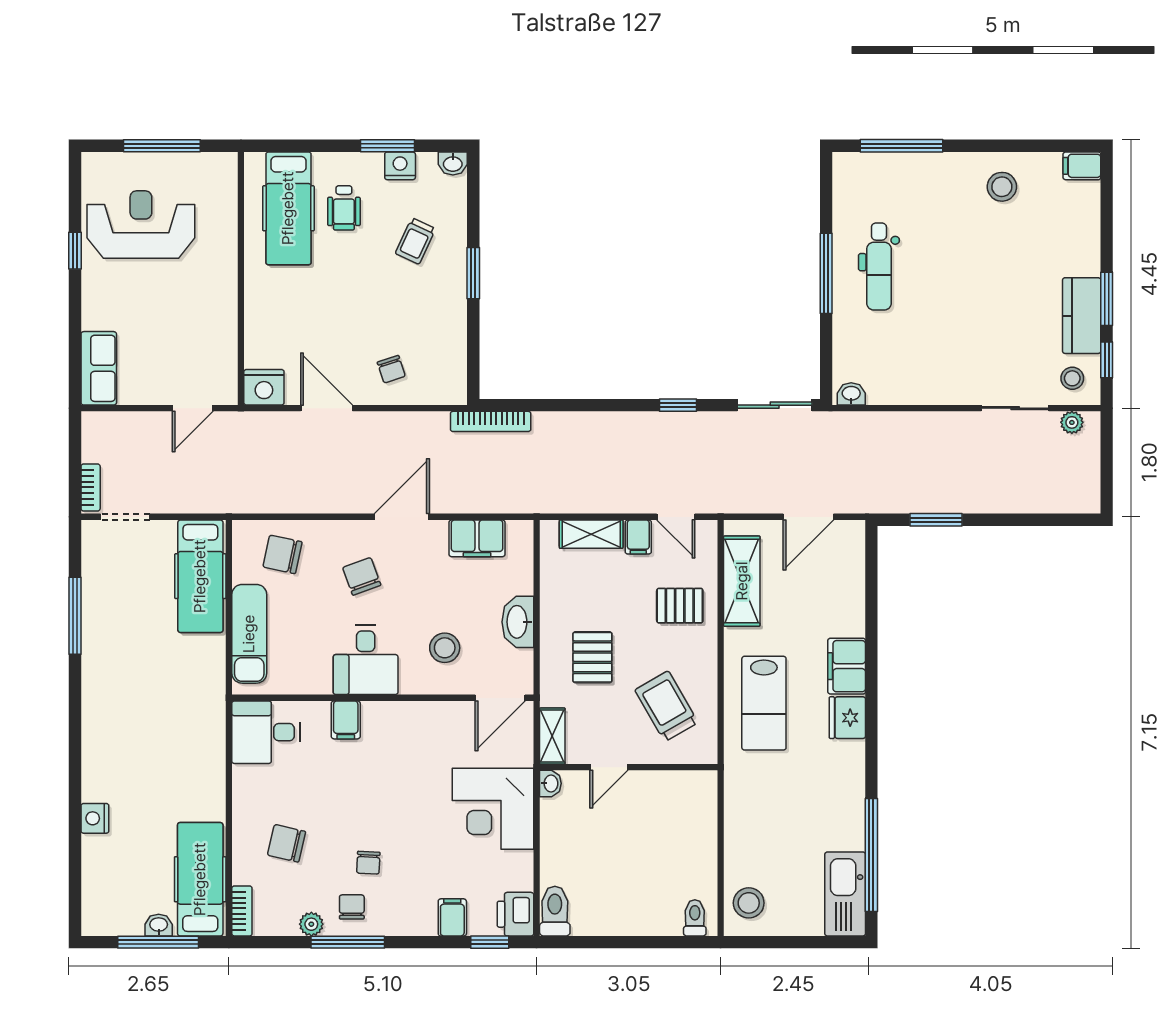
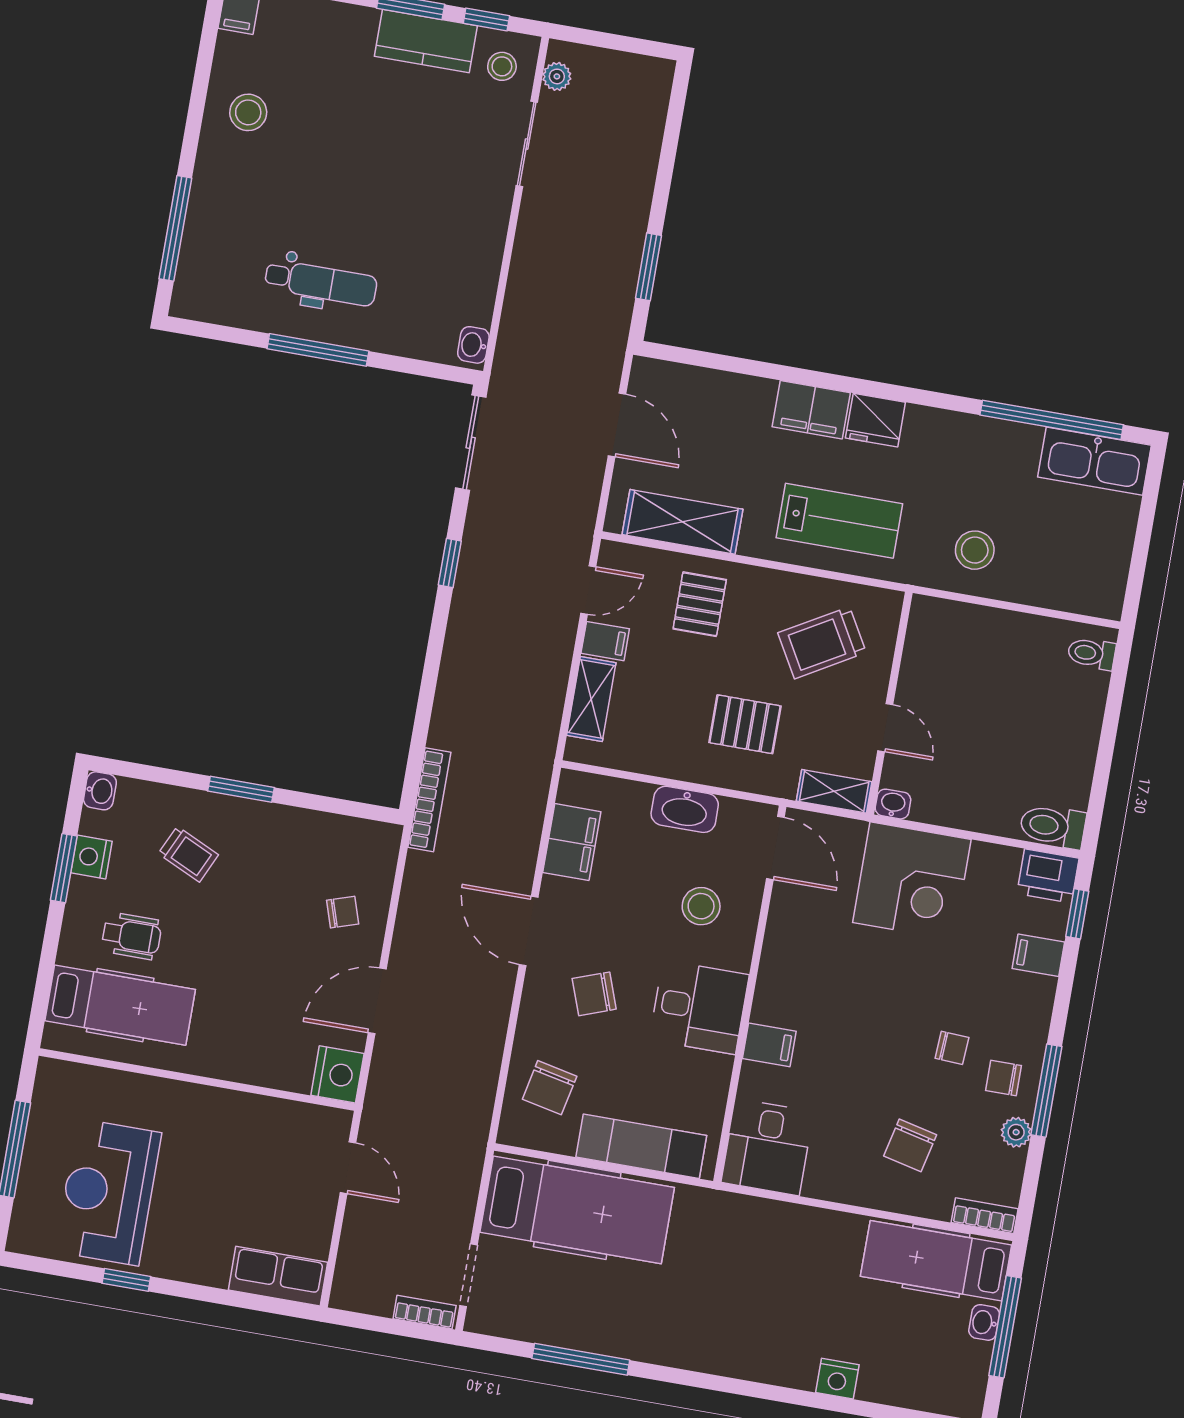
hospital bed: (200, 576) -> (577, 1210), width x1.37, depth x1.29
stool: (749, 903) -> (975, 550), moved

